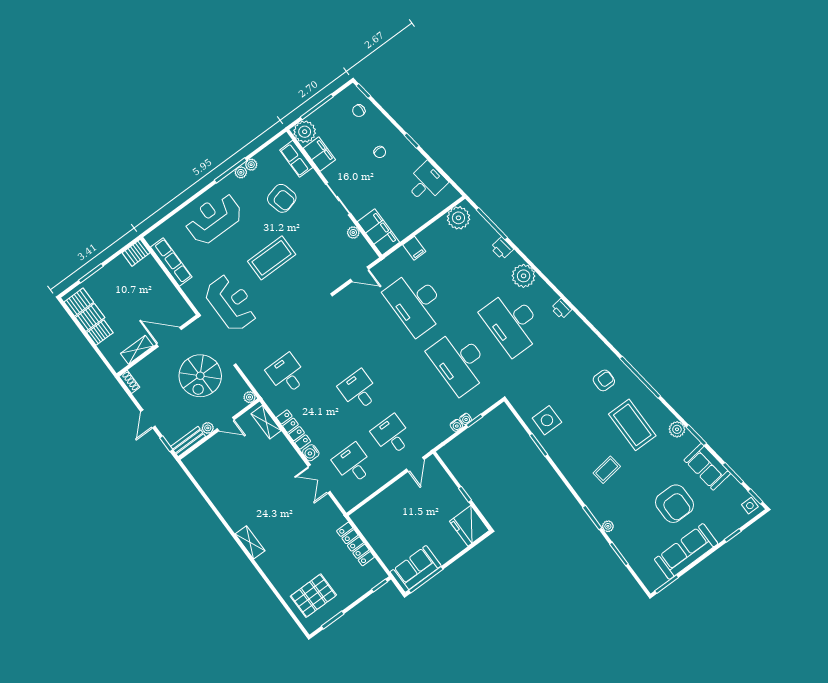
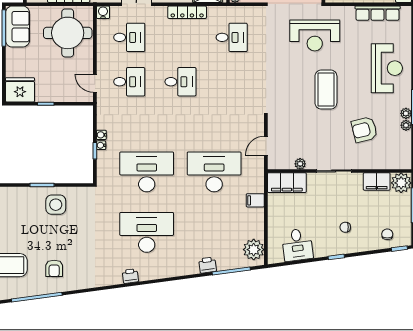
row of seats: (296, 159) -> (386, 162), removed
plant: (524, 276) -> (175, 266), removed
water cooler: (311, 453) -> (103, 12), moved
round table: (389, 521) -> (68, 33), added

